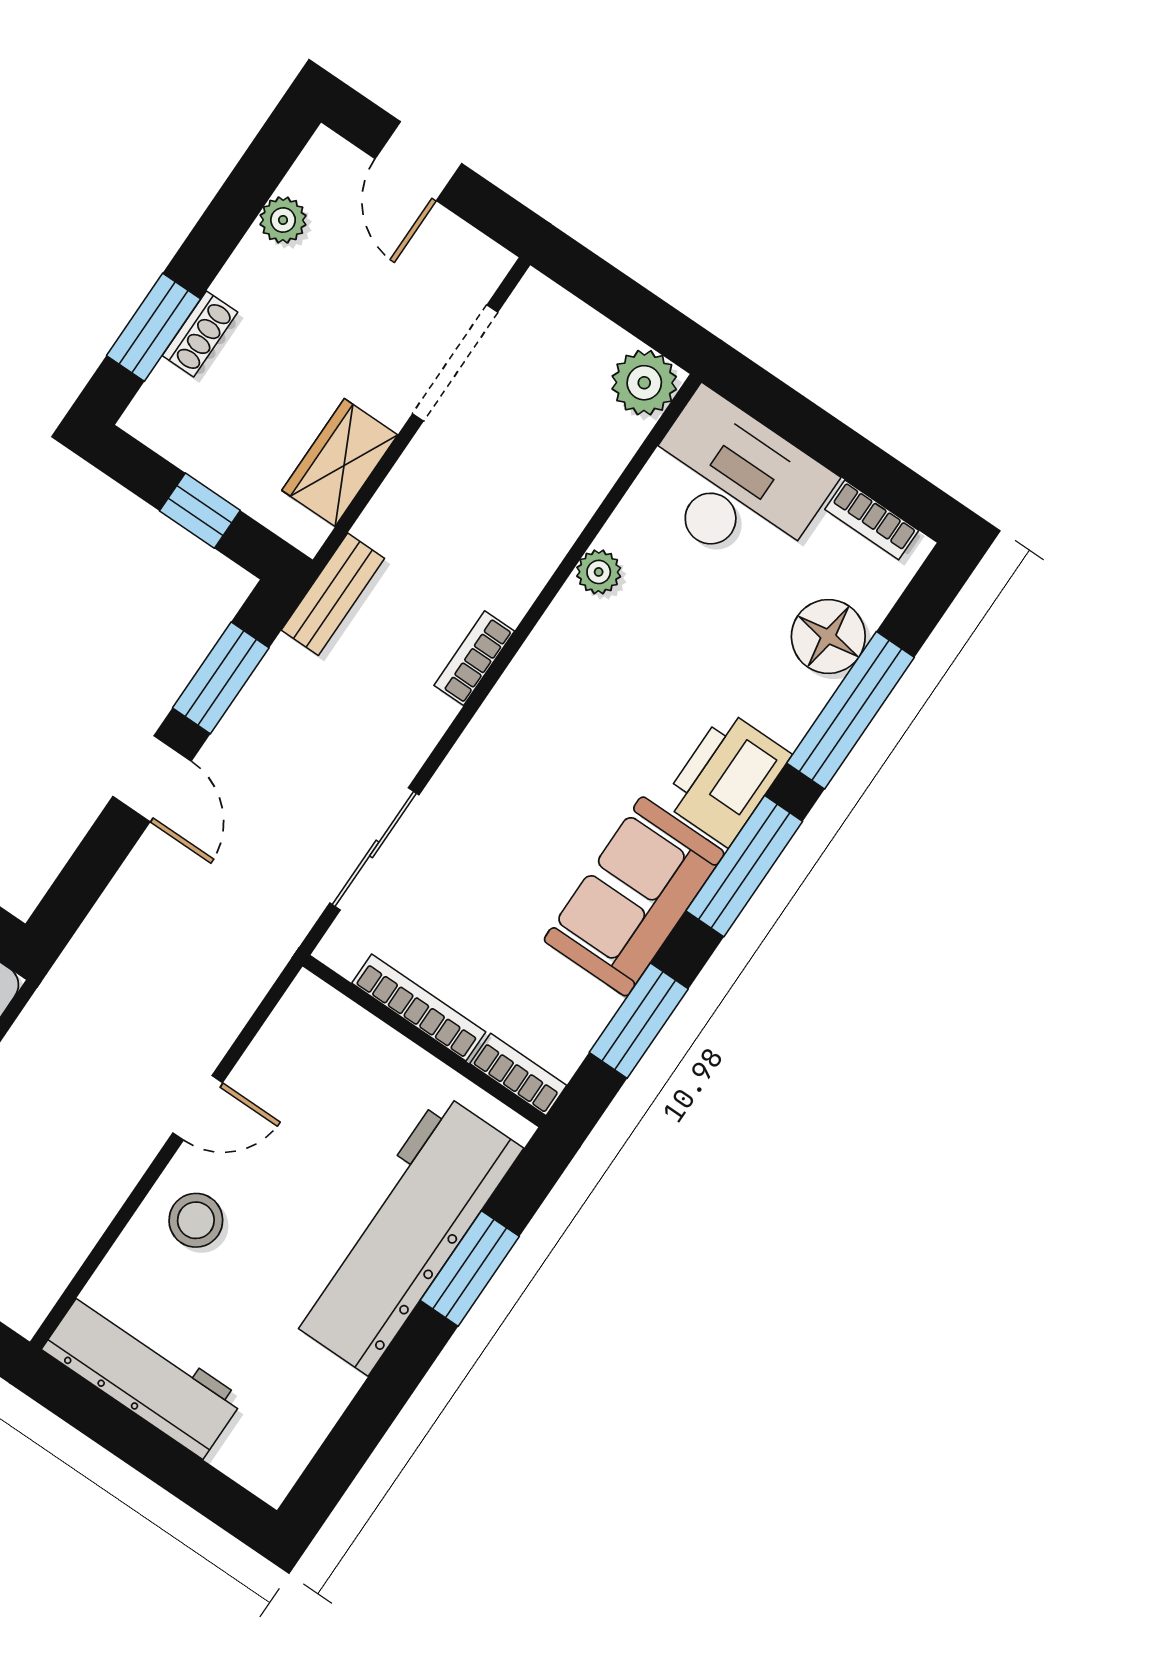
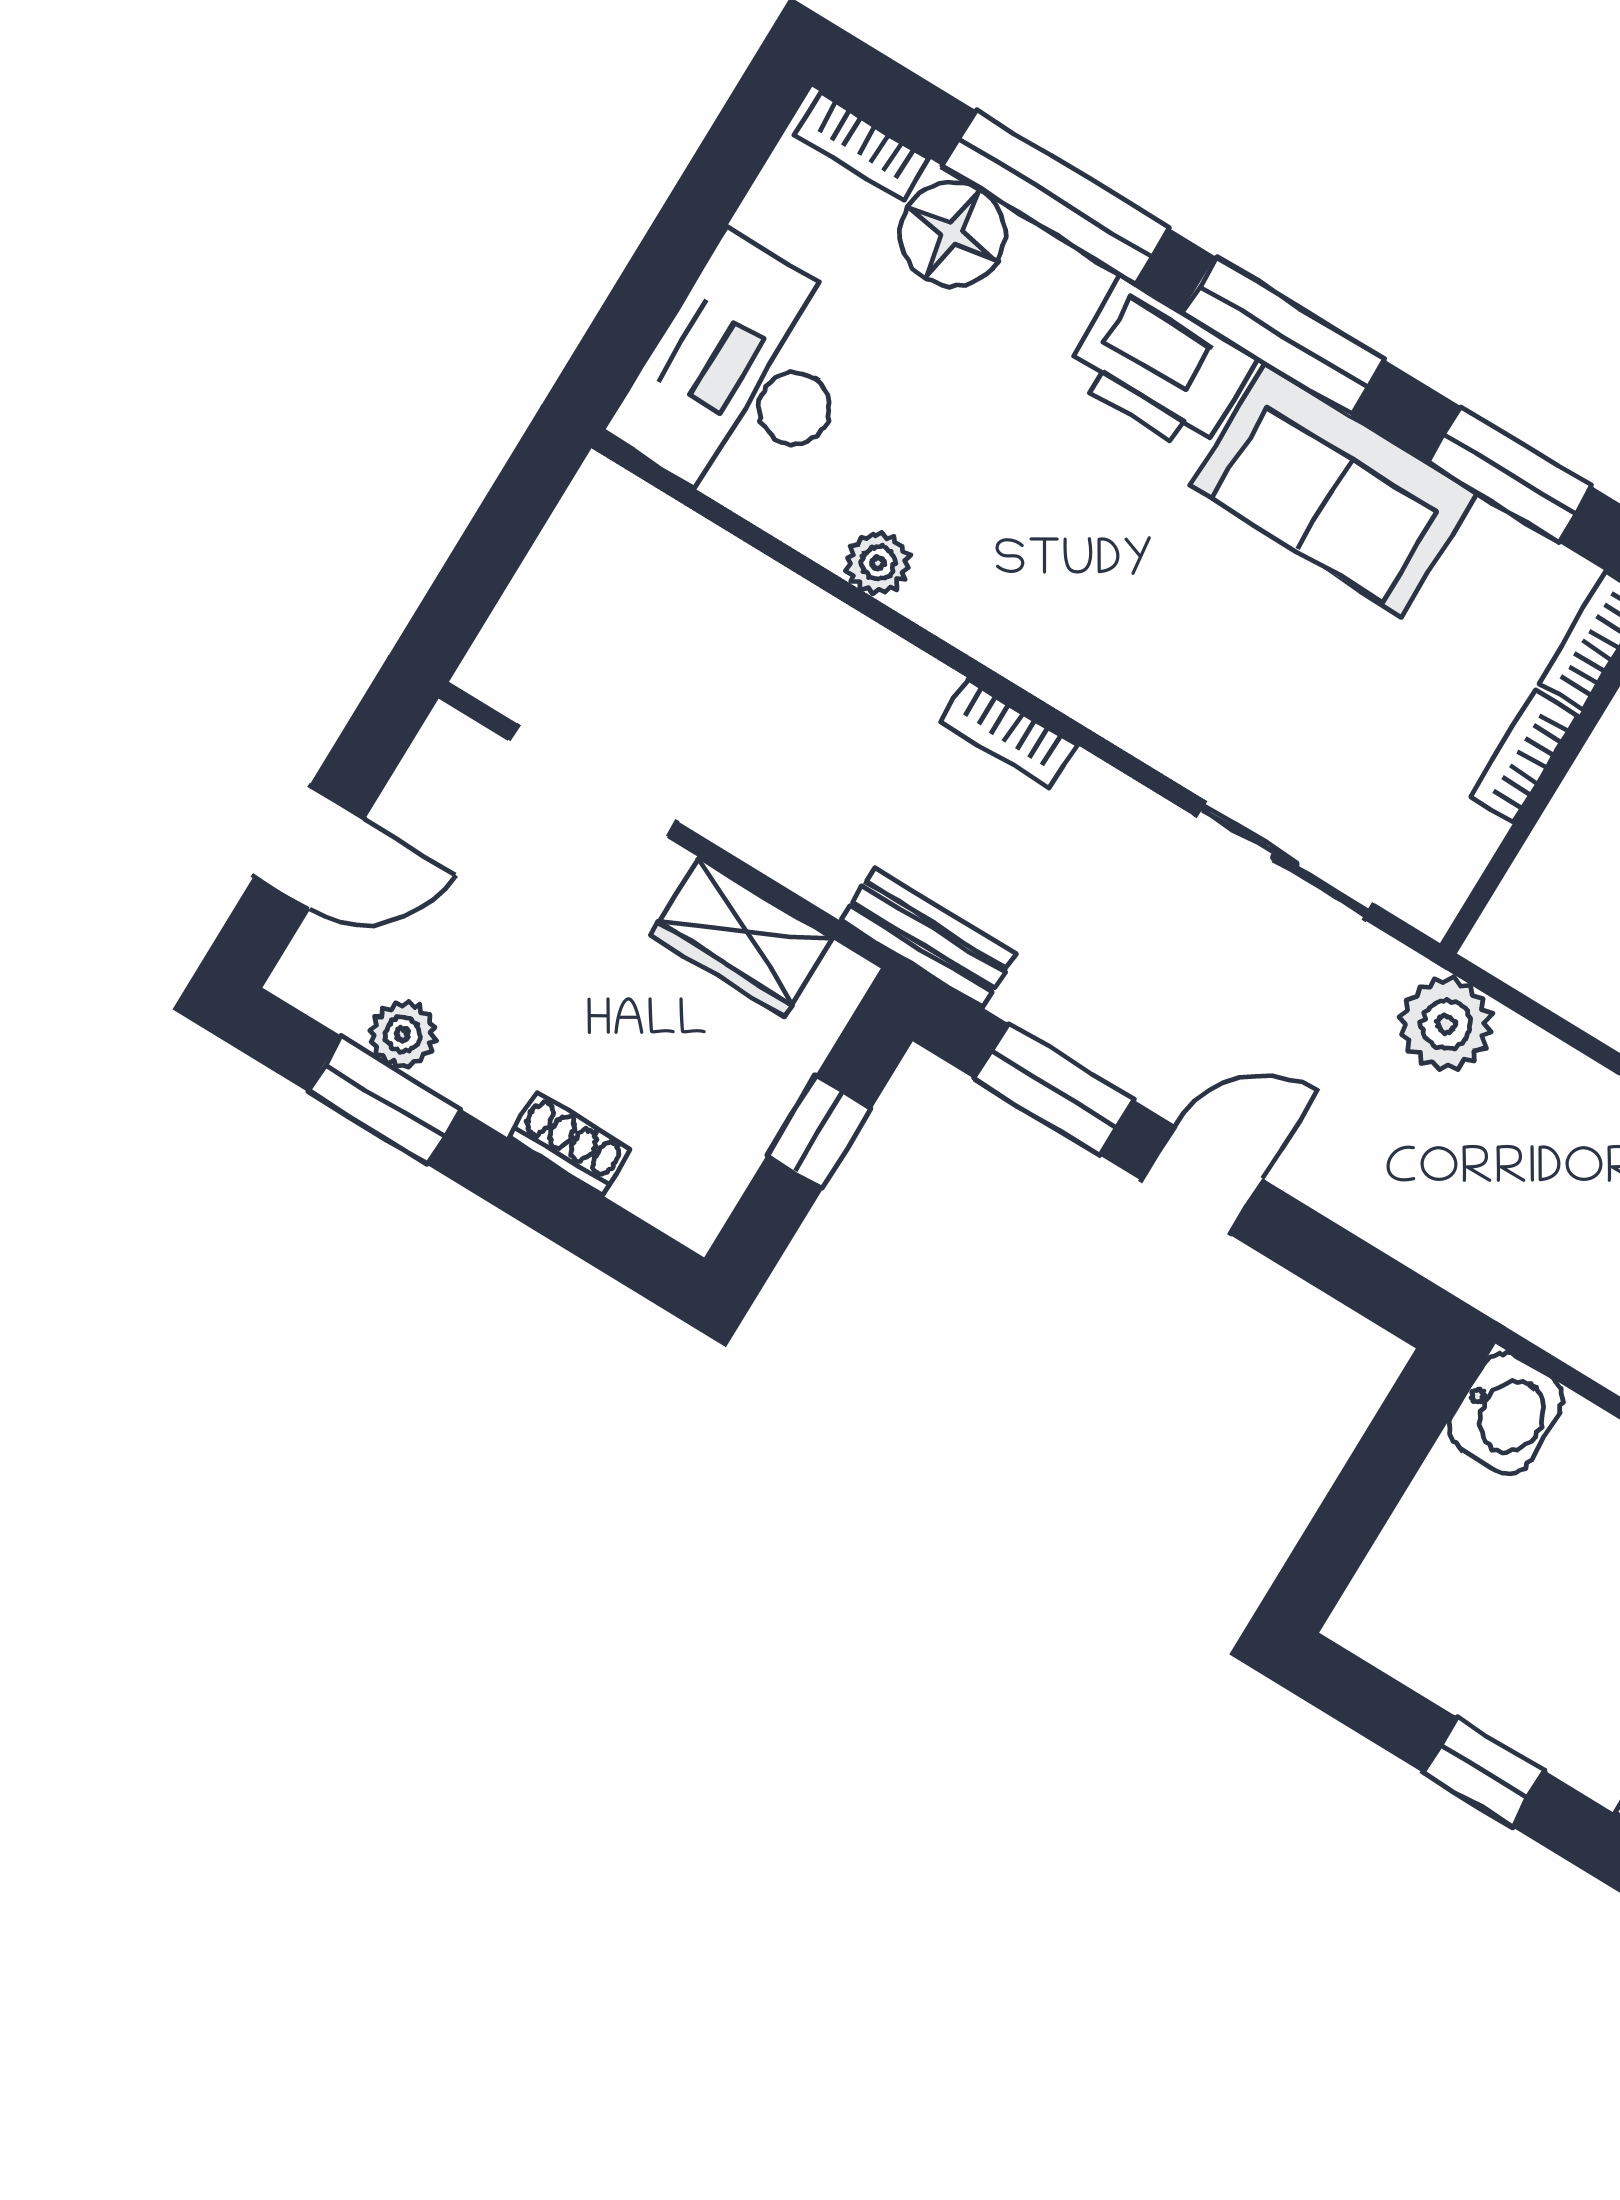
window: (154, 327) -> (385, 1101), moved
plant: (644, 383) -> (1446, 1024), moved
bookcase: (872, 520) -> (862, 147), moved, turned 90
bookcase: (419, 1008) -> (1525, 756), width x0.64

